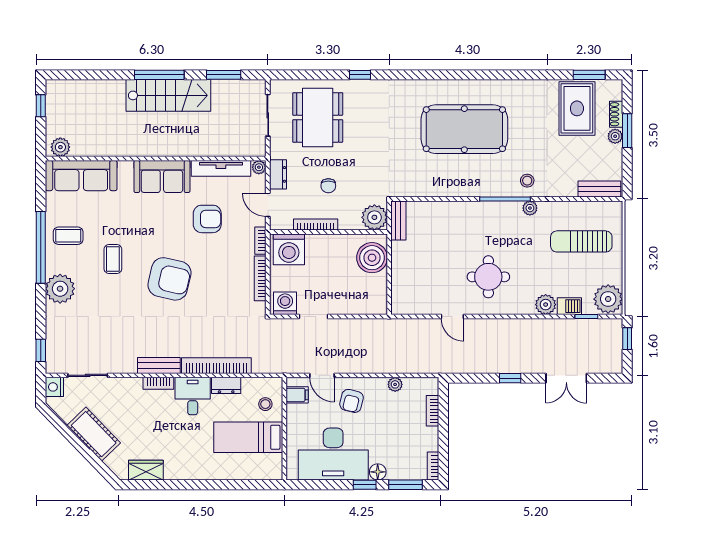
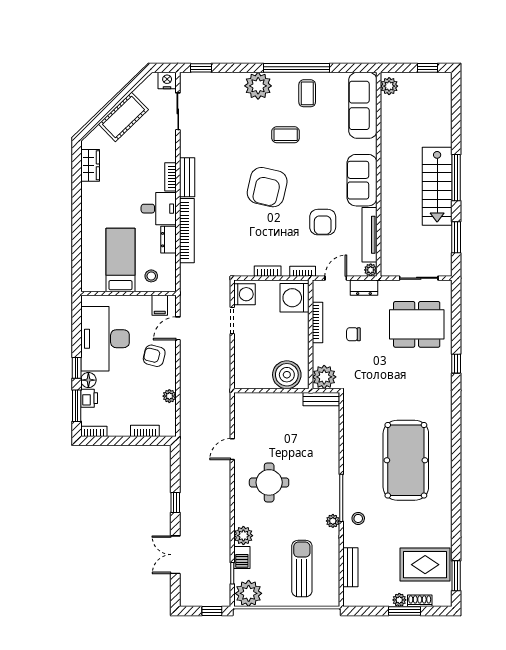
bench: (599, 189) -> (350, 567), moved
bookcase: (260, 278) -> (268, 271), width x0.64
printer: (397, 471) -> (89, 398), added

